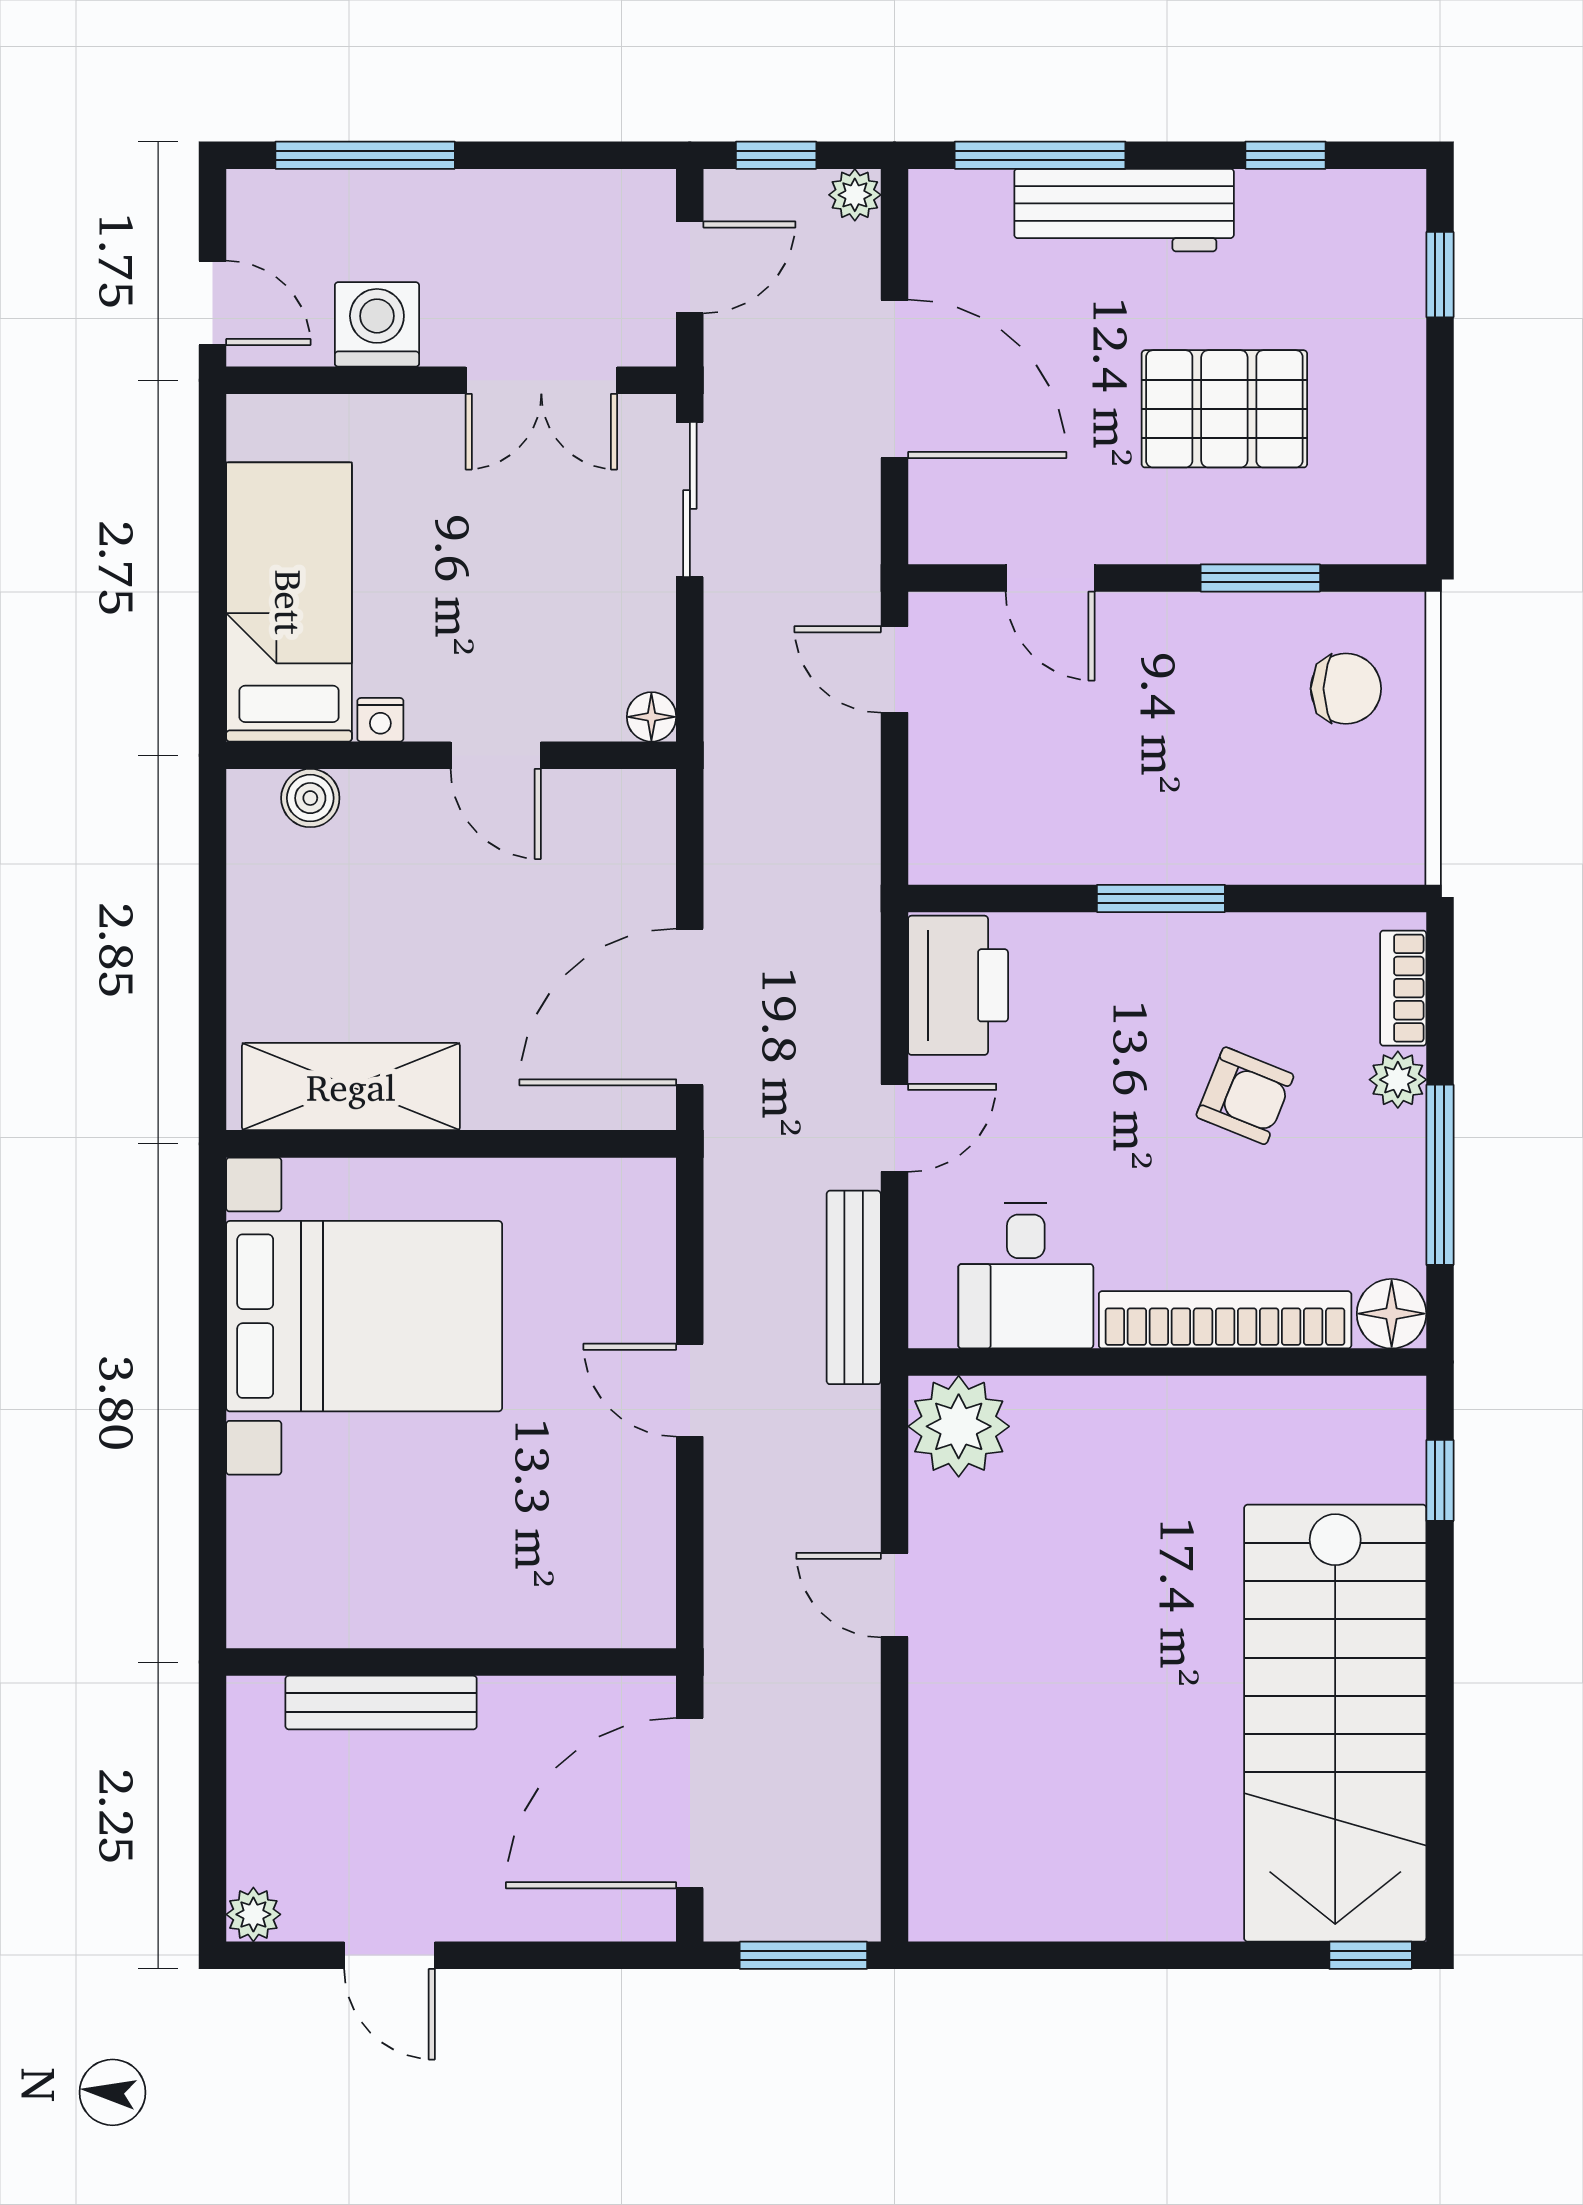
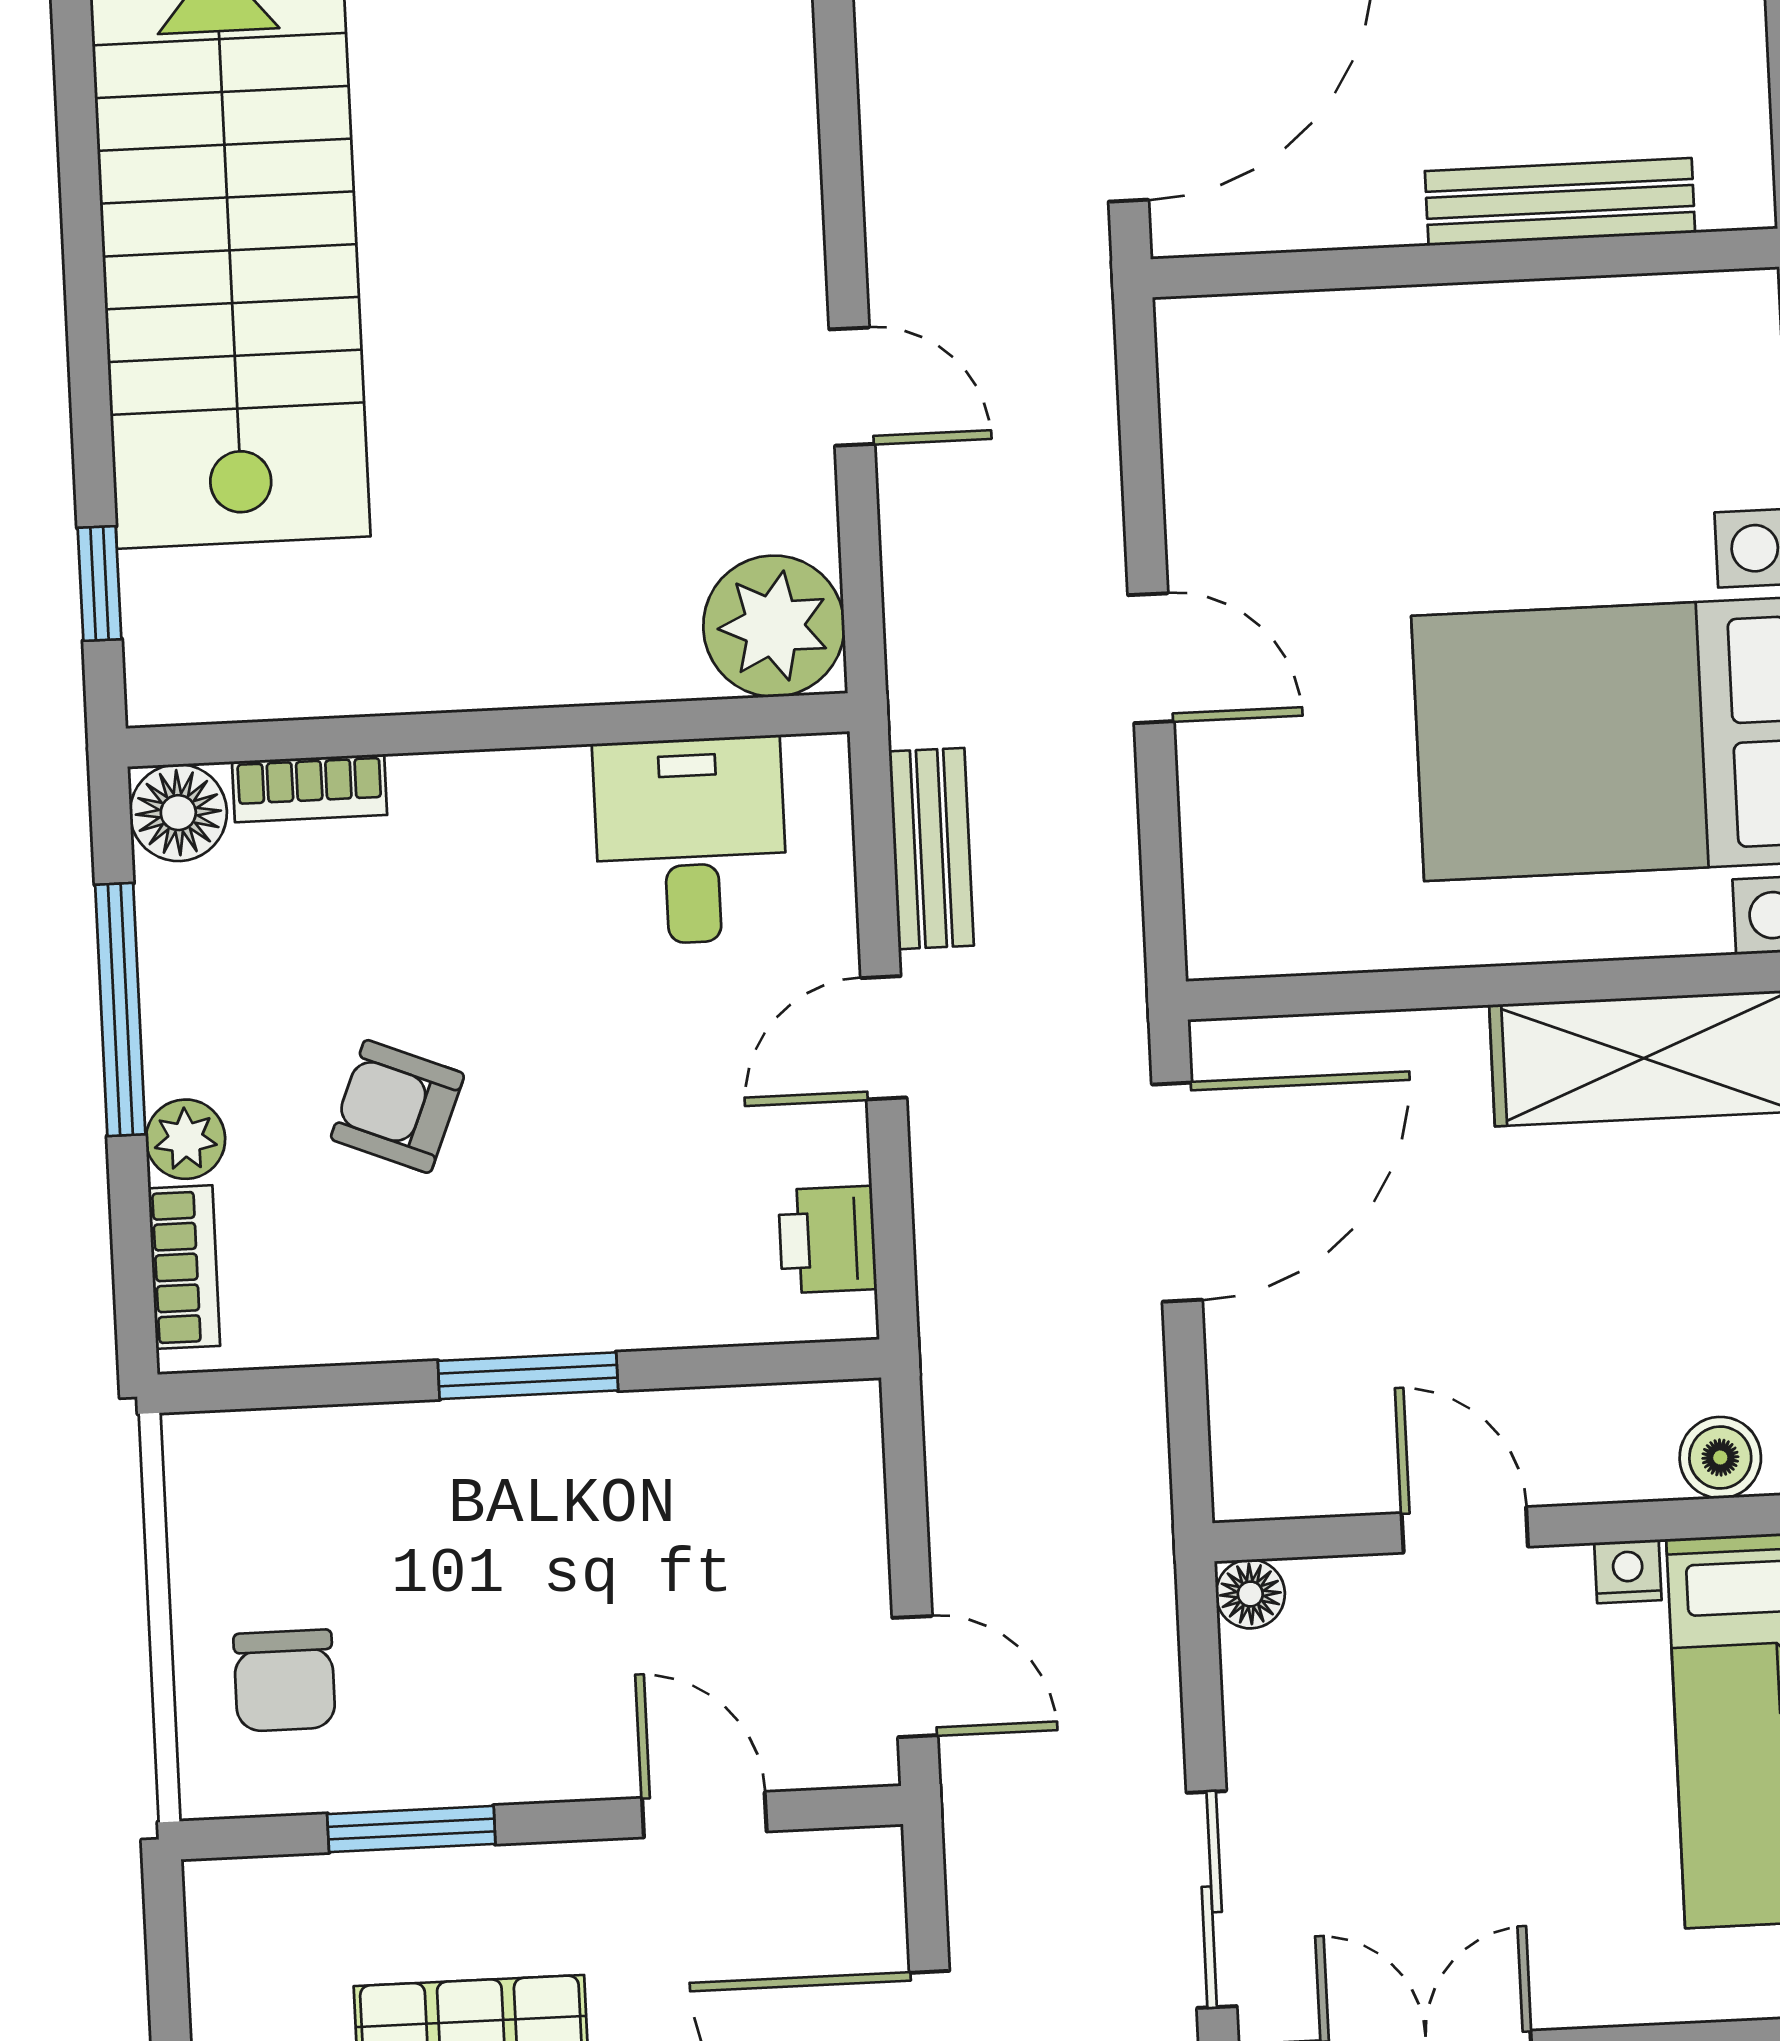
chair: (1346, 689) -> (284, 1681), turned -90
printer: (958, 985) -> (827, 1240), width x0.53, depth x0.68
bench: (854, 1287) -> (931, 849), width x0.73
bookcase: (1225, 1320) -> (310, 788), width x0.43, depth x0.76

